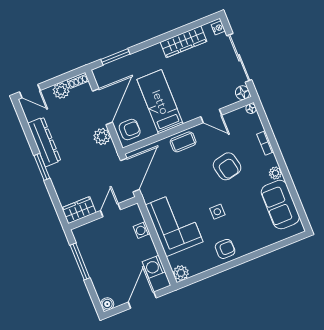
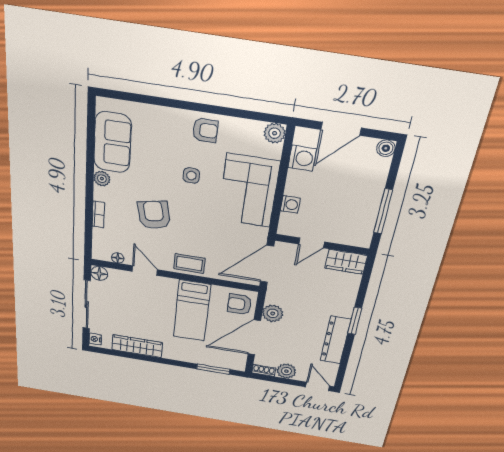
floor lamp: (251, 109) -> (118, 258), moved
armchair: (225, 249) -> (205, 130), turned 180

